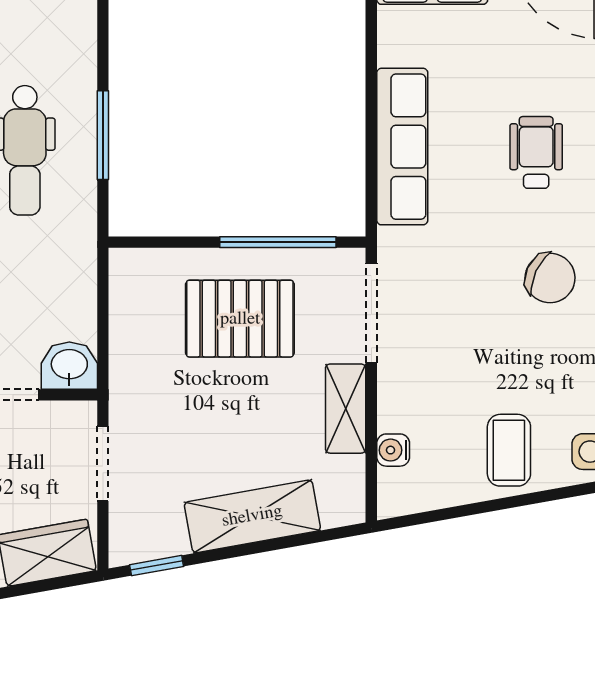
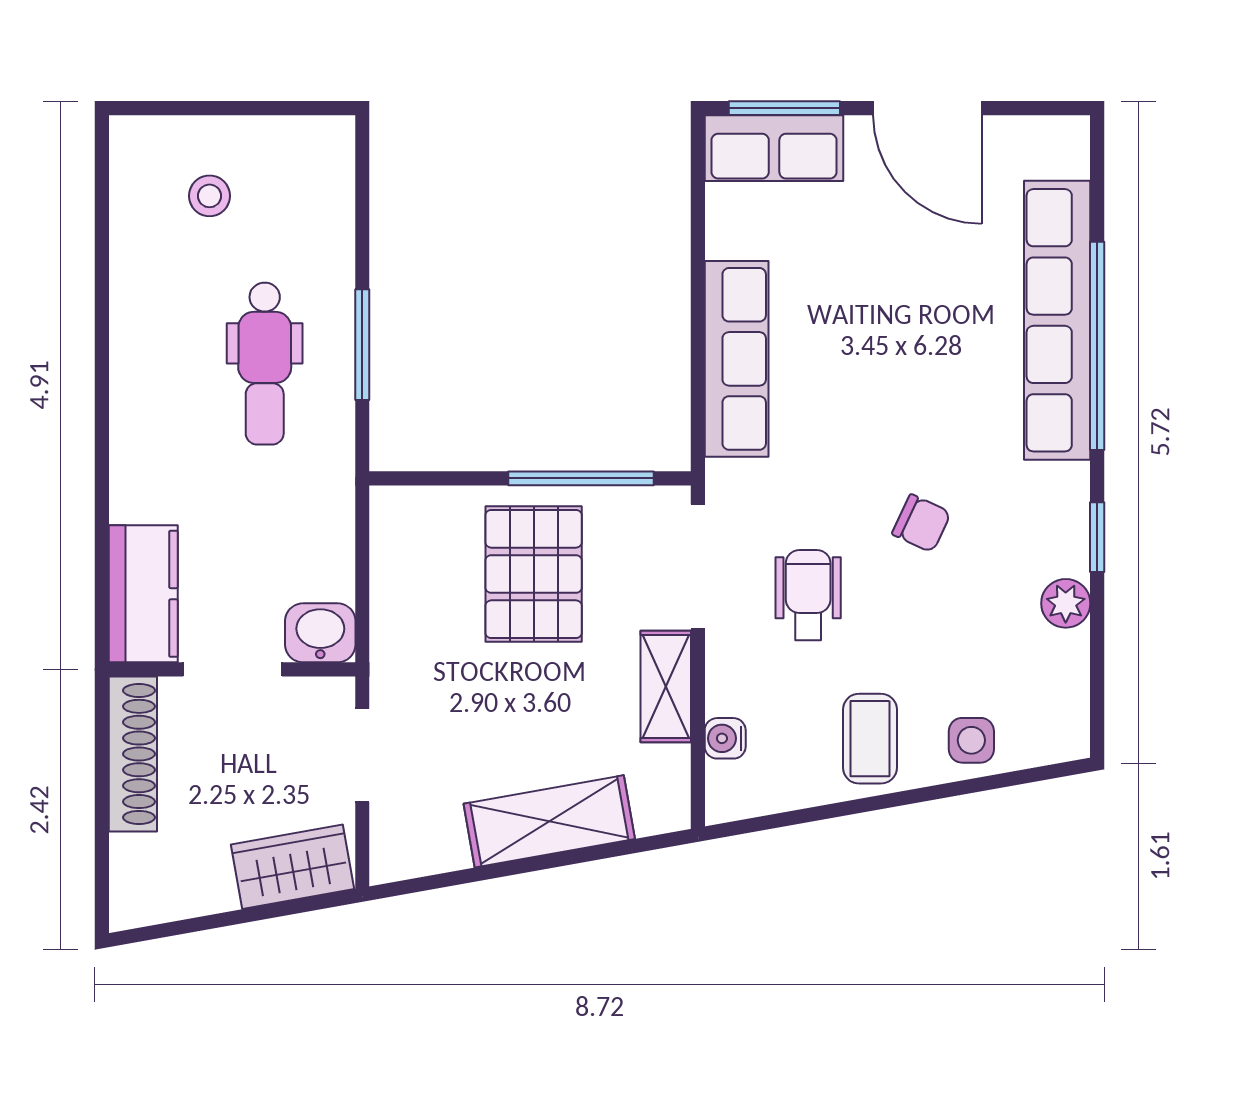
wheelchair: (536, 152) -> (808, 595), moved
chair: (550, 278) -> (921, 523), width x0.73, depth x0.73
pallet: (240, 319) -> (534, 574), turned 90
window: (157, 566) -> (429, 883), removed

